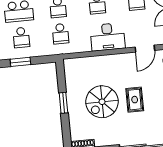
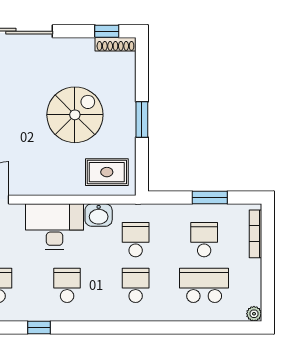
washbasin: (83, 46) -> (99, 215), added
rug: (135, 100) -> (107, 172), moved, turned 90

